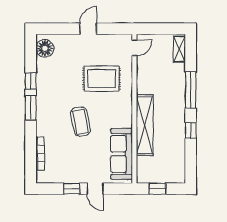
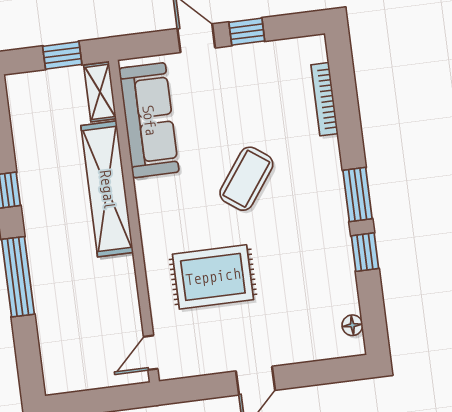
floor lamp: (45, 48) -> (352, 325), width x0.53, depth x0.53
shelving: (179, 49) -> (100, 92), moved
coffee table: (81, 122) -> (246, 179), turned 47

